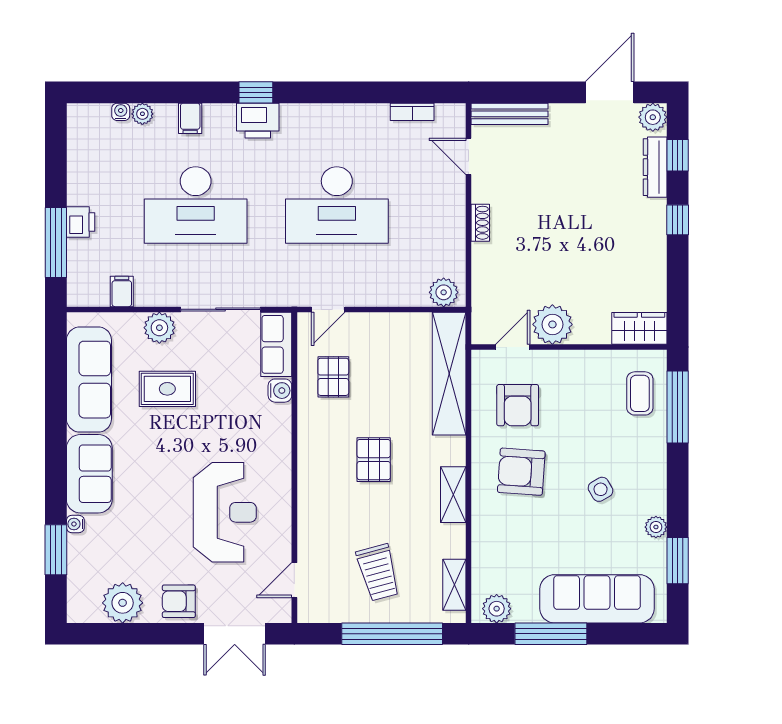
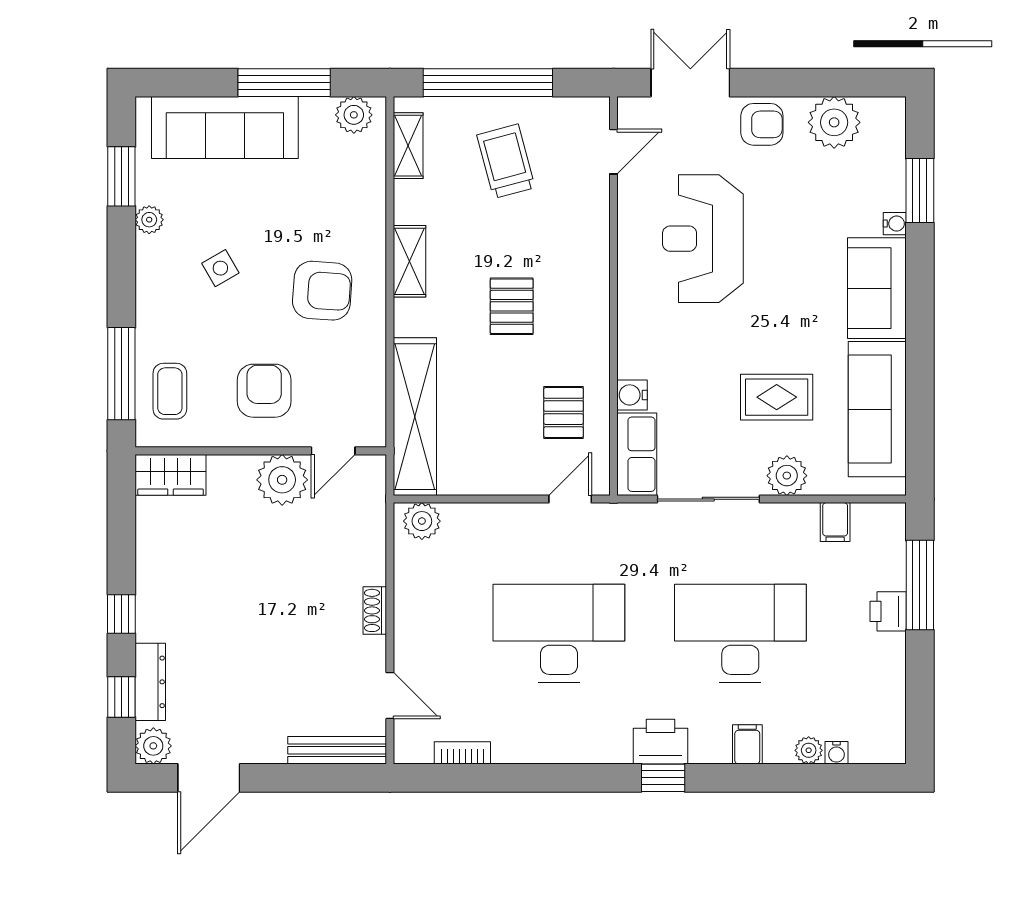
armchair: (518, 405) -> (264, 391), moved

